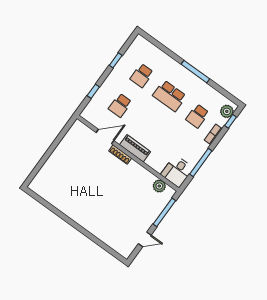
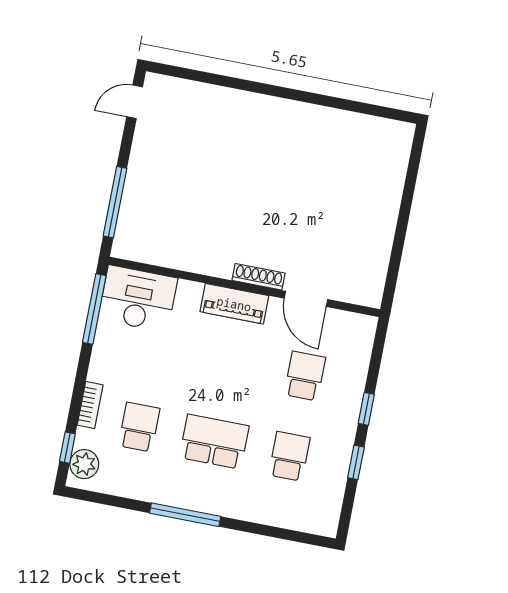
window: (93, 91) -> (366, 409), moved
door: (105, 137) -> (306, 299), hinge flipped
window: (201, 162) -> (94, 309), moved
desk: (177, 171) -> (138, 299), width x1.37
plant: (159, 186) -> (150, 250), removed
door: (145, 239) -> (135, 102), moved

